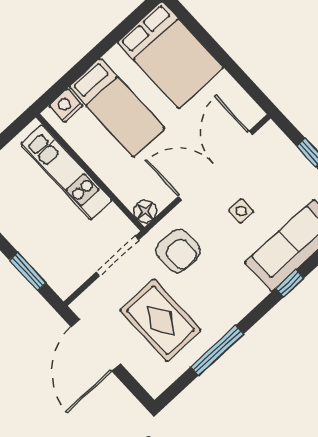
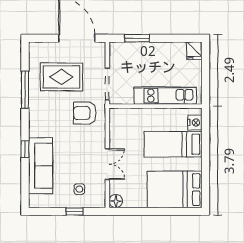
double door: (215, 166) -> (107, 164), width x0.54
floor lamp: (145, 211) -> (116, 201), moved
side table: (241, 211) -> (79, 189), moved

